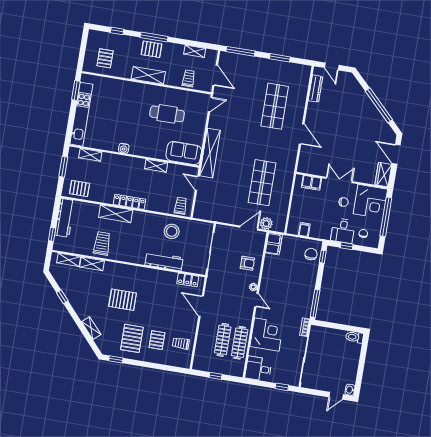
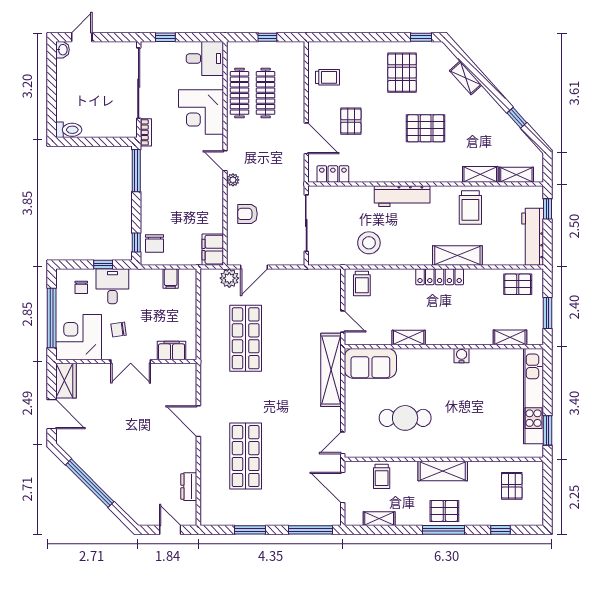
dresser: (315, 89) -> (189, 487), width x0.70
workbench: (164, 261) -> (402, 196), moved
pallet: (157, 340) -> (351, 121), moved

